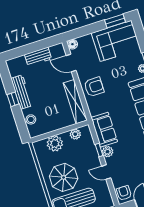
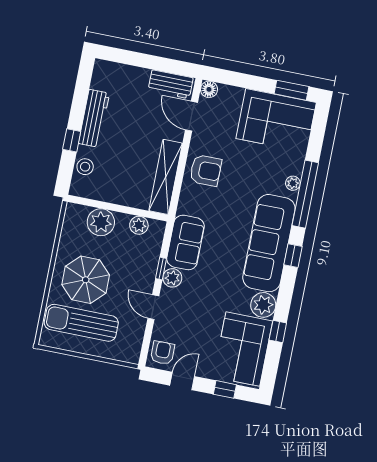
workbench: (38, 57) -> (171, 84), moved
window: (13, 99) -> (72, 140), moved

